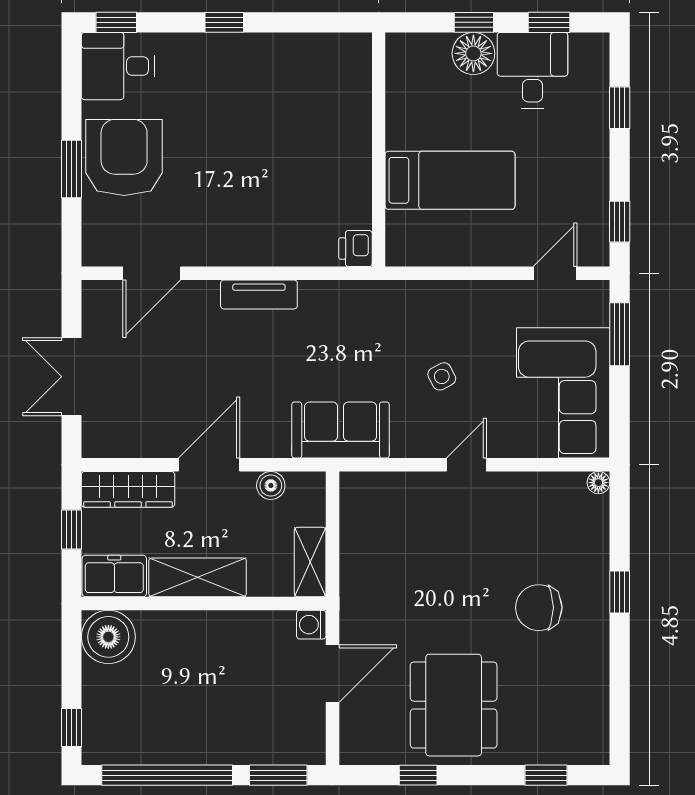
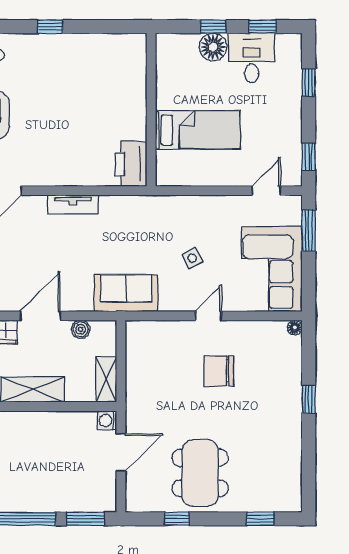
printer: (355, 248) -> (131, 164), width x1.87, depth x1.48
chair: (539, 608) -> (219, 371), moved

